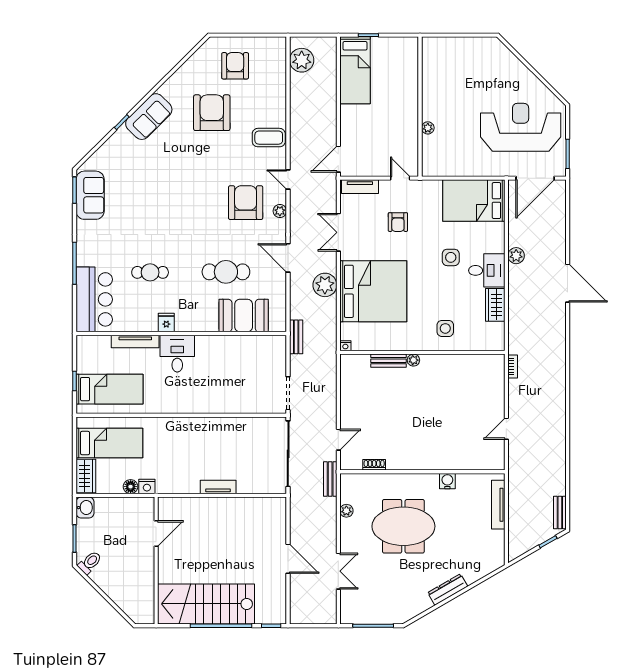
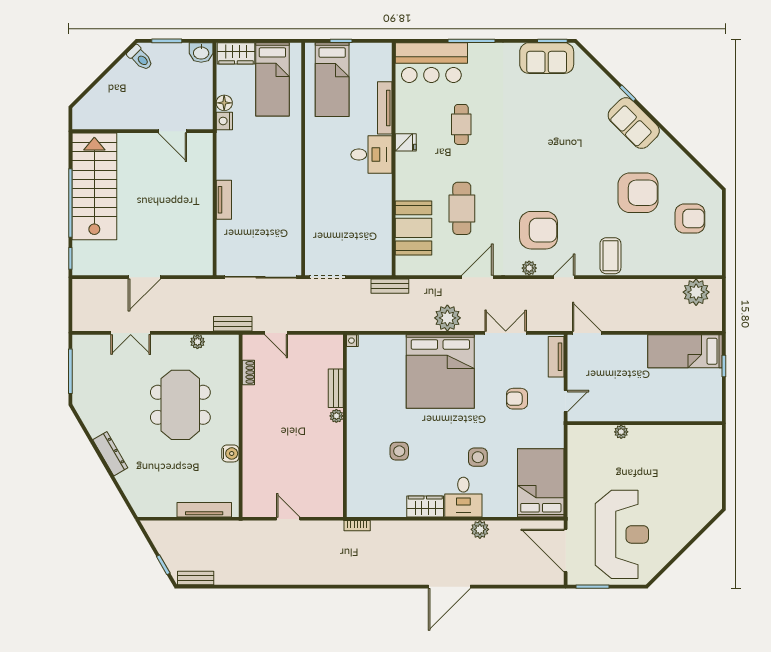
nightstand: (345, 346) -> (352, 341), moved
wall: (422, 352) -> (345, 426), moved
plant: (413, 360) -> (336, 416), moved
bench: (388, 361) -> (336, 388), moved

